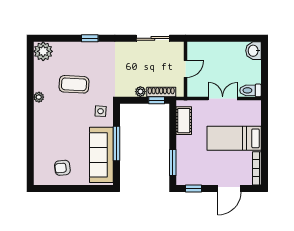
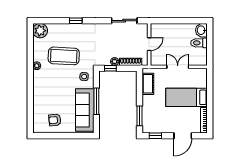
coffee table: (74, 84) -> (64, 56), width x1.36, depth x1.32
toilet: (250, 90) -> (199, 43), moved
window: (157, 100) -> (110, 68), moved

